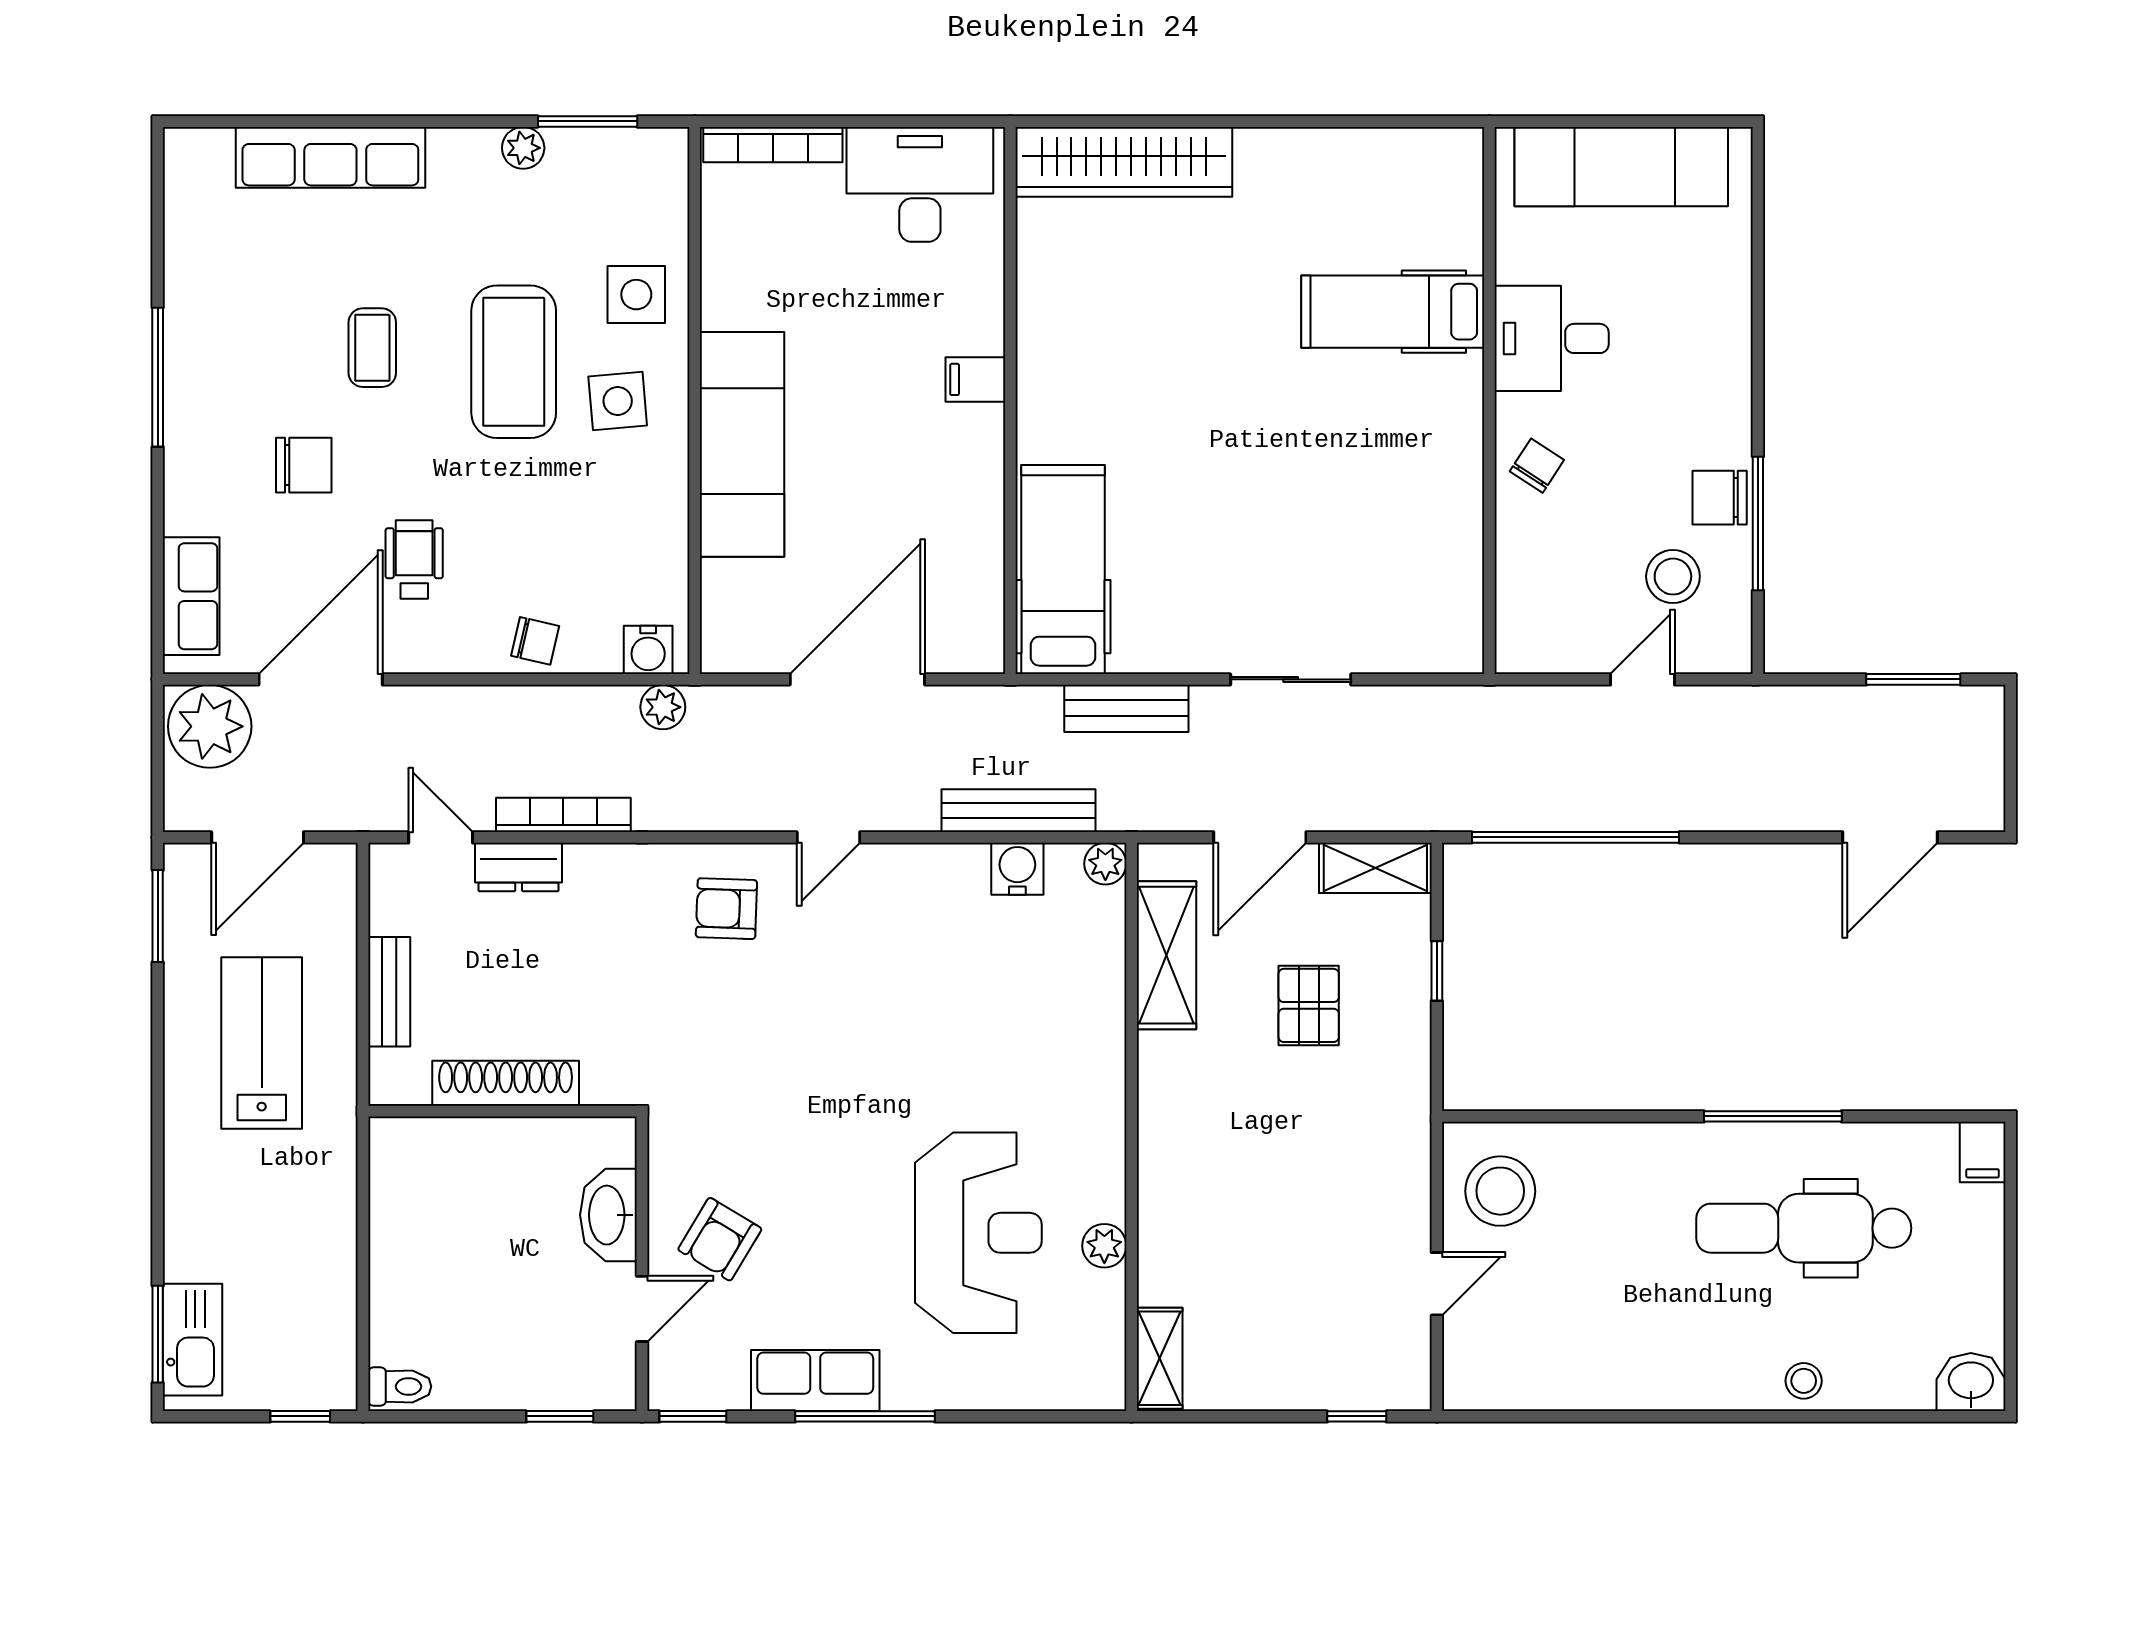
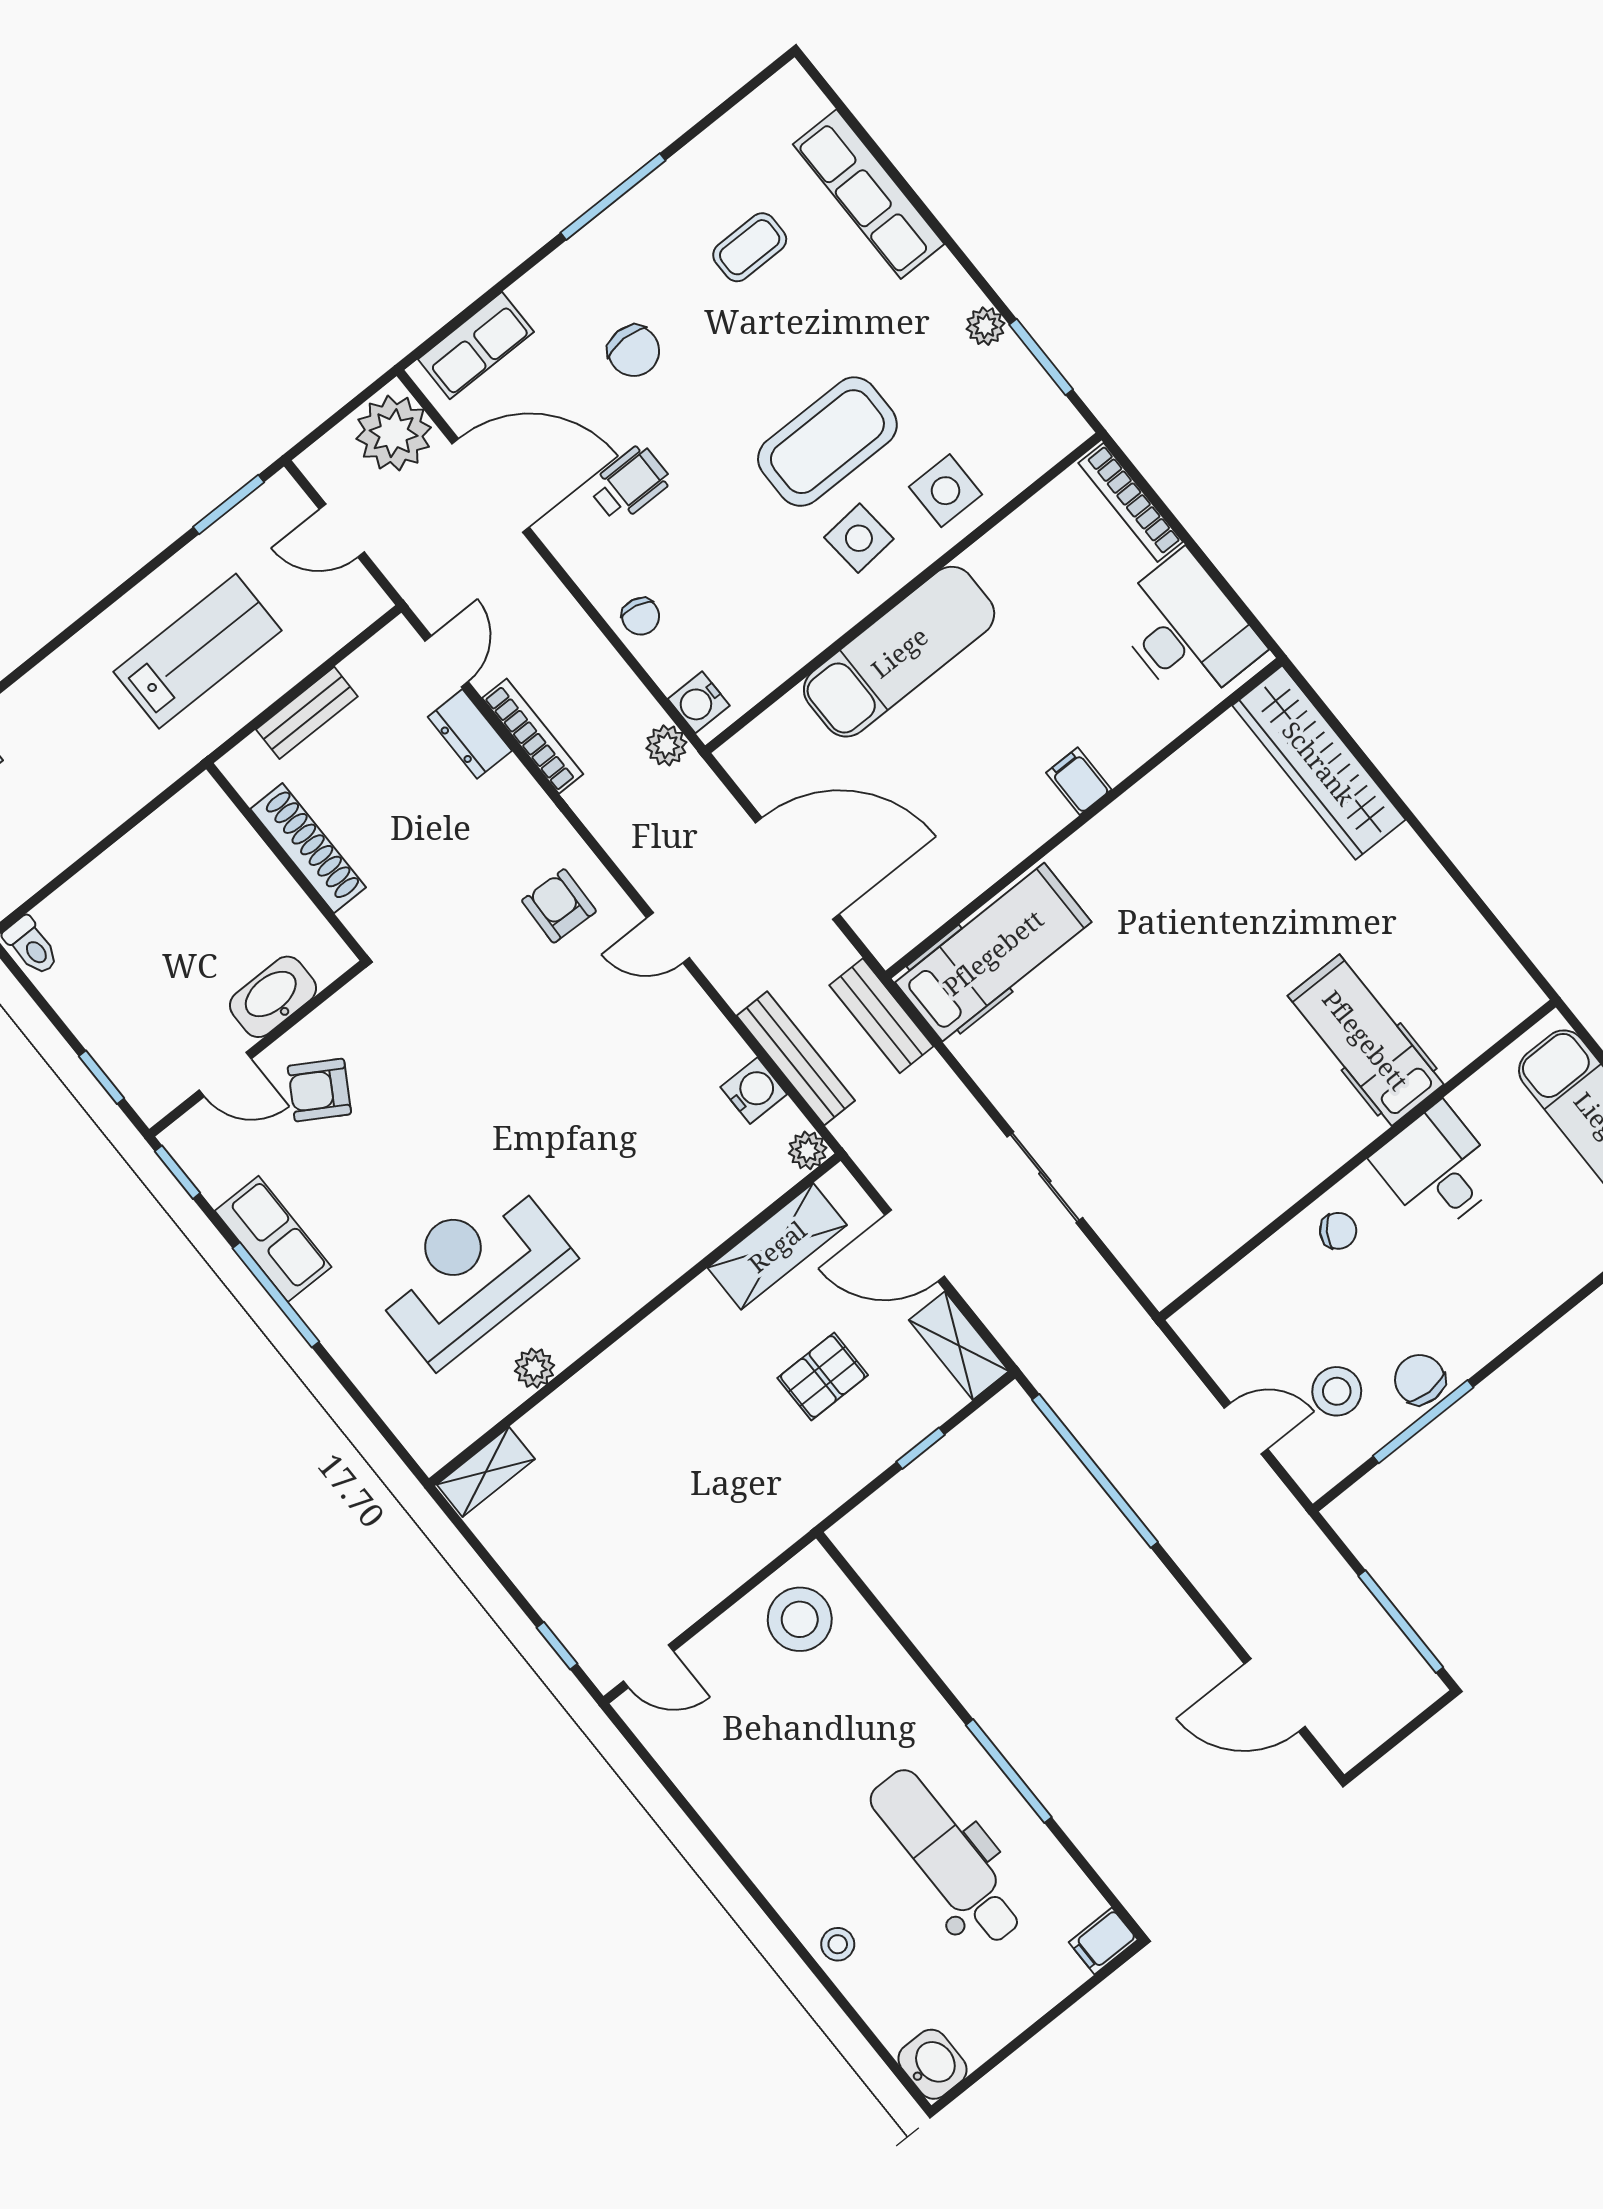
coffee table: (372, 348) -> (750, 247), moved
window: (1913, 679) -> (1401, 1622), width x1.44
bench: (1126, 708) -> (881, 1016), moved
door: (258, 837) -> (342, 531), width x0.73
reception desk: (978, 1233) -> (472, 1271), turned 180
door: (1437, 1284) -> (648, 1666), moved

